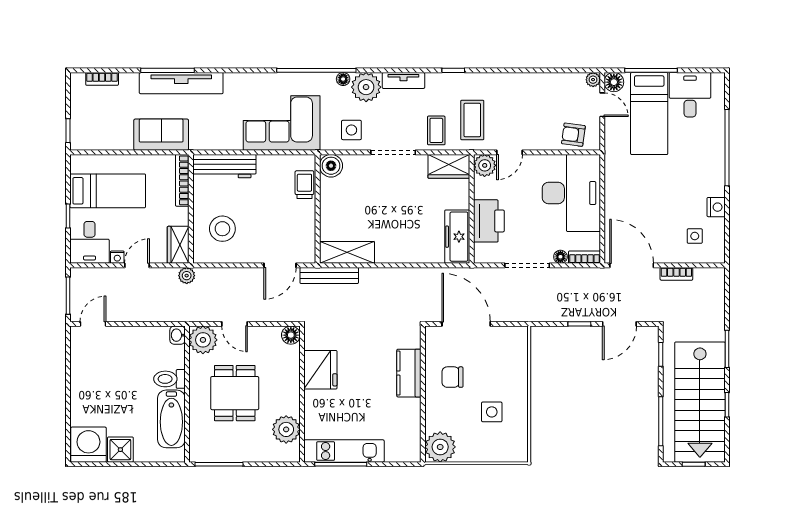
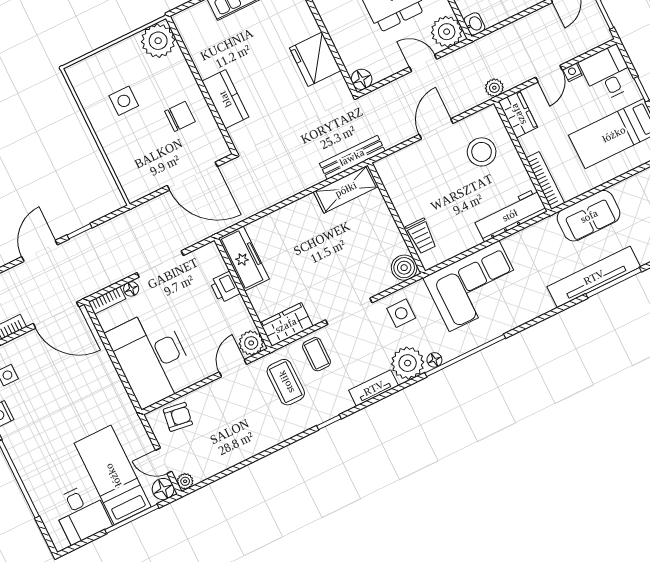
printer: (489, 221) -> (225, 287), width x0.53, depth x0.68
door: (280, 265) -> (436, 129), moved

